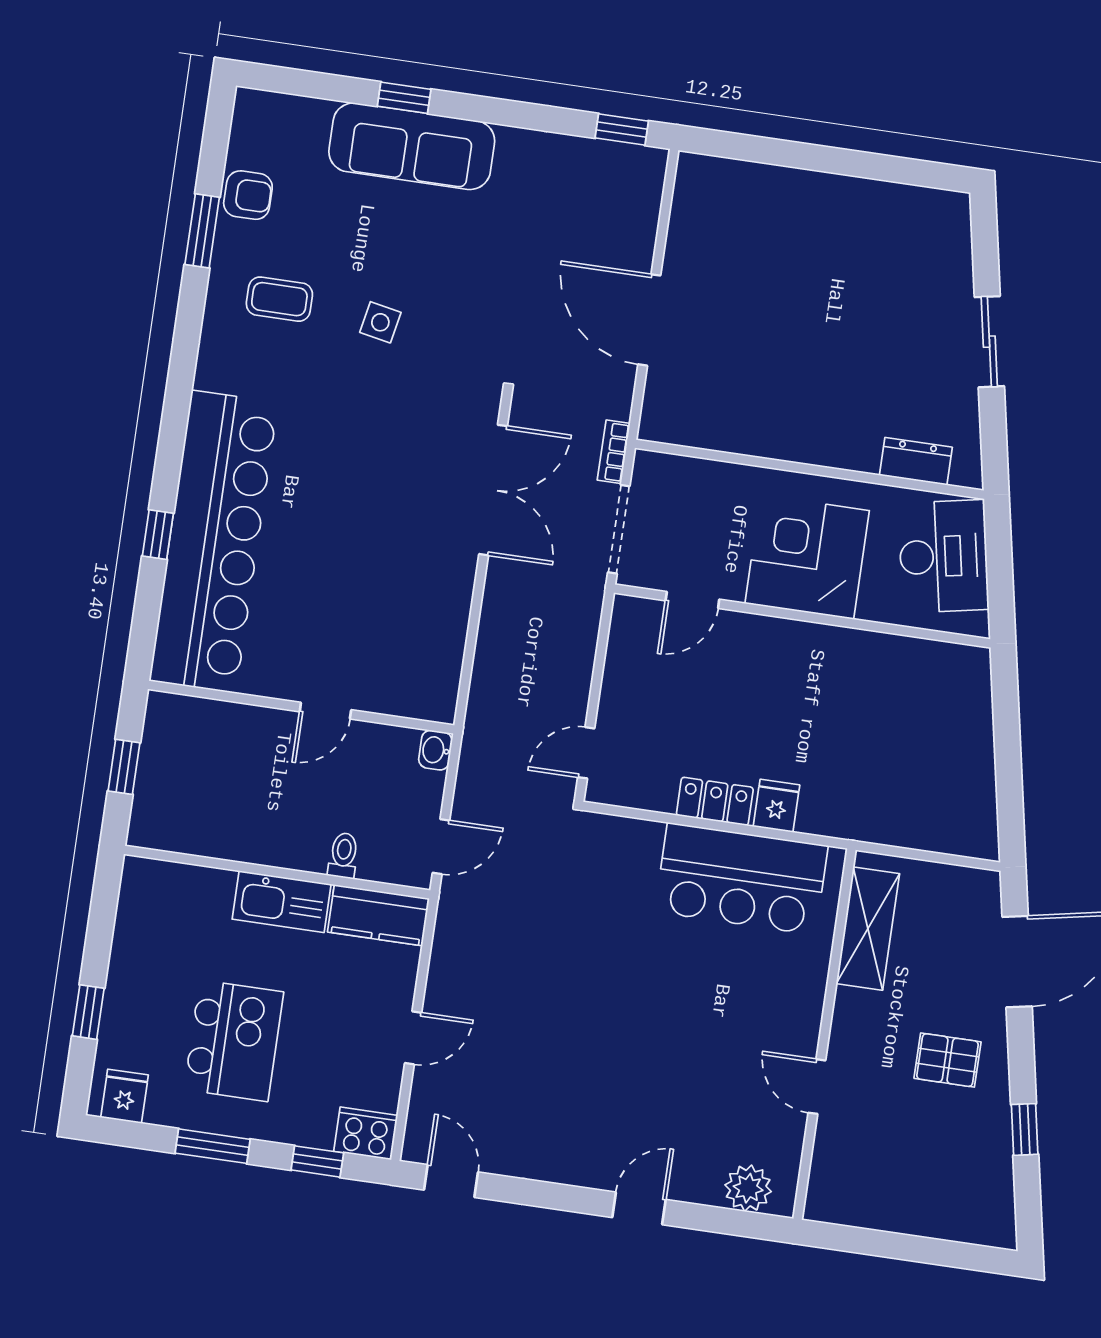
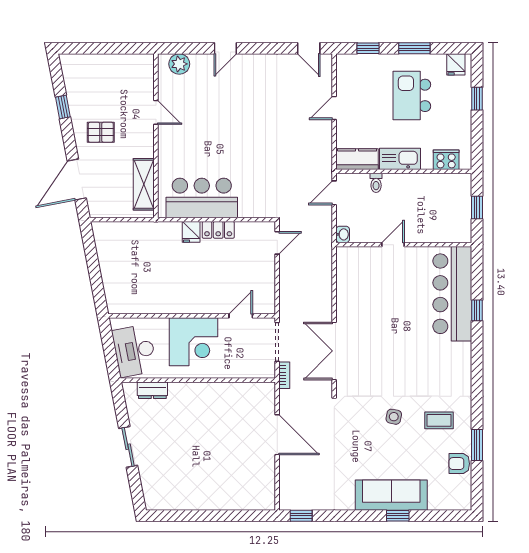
bar counter: (214, 542) -> (452, 294), width x0.73
cooker: (366, 1133) -> (446, 160), moved, turned 180

